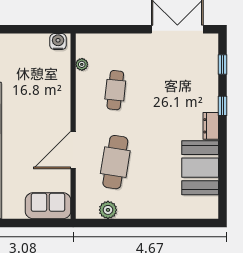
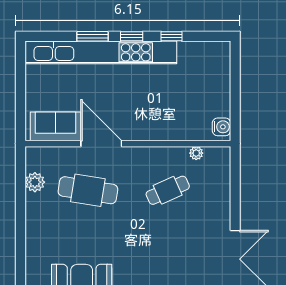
cafe table: (115, 90) -> (168, 190), turned -30
sofa: (48, 206) -> (56, 126), moved, turned -90

